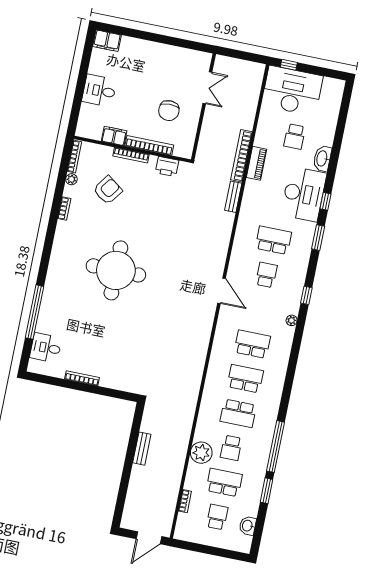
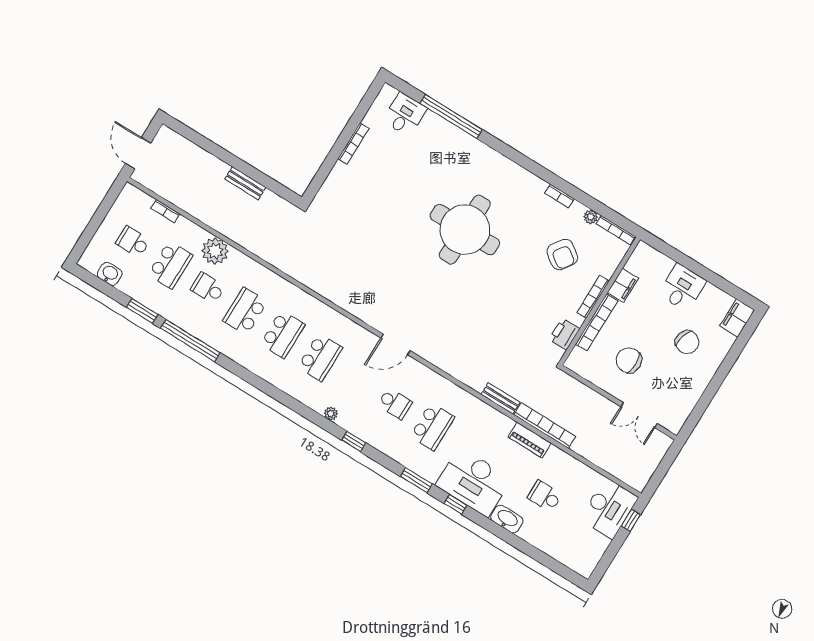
chair: (139, 72) -> (687, 342), added
desk: (292, 91) -> (609, 508), width x0.73, depth x0.77
school desk: (217, 517) -> (133, 242), turned 180

